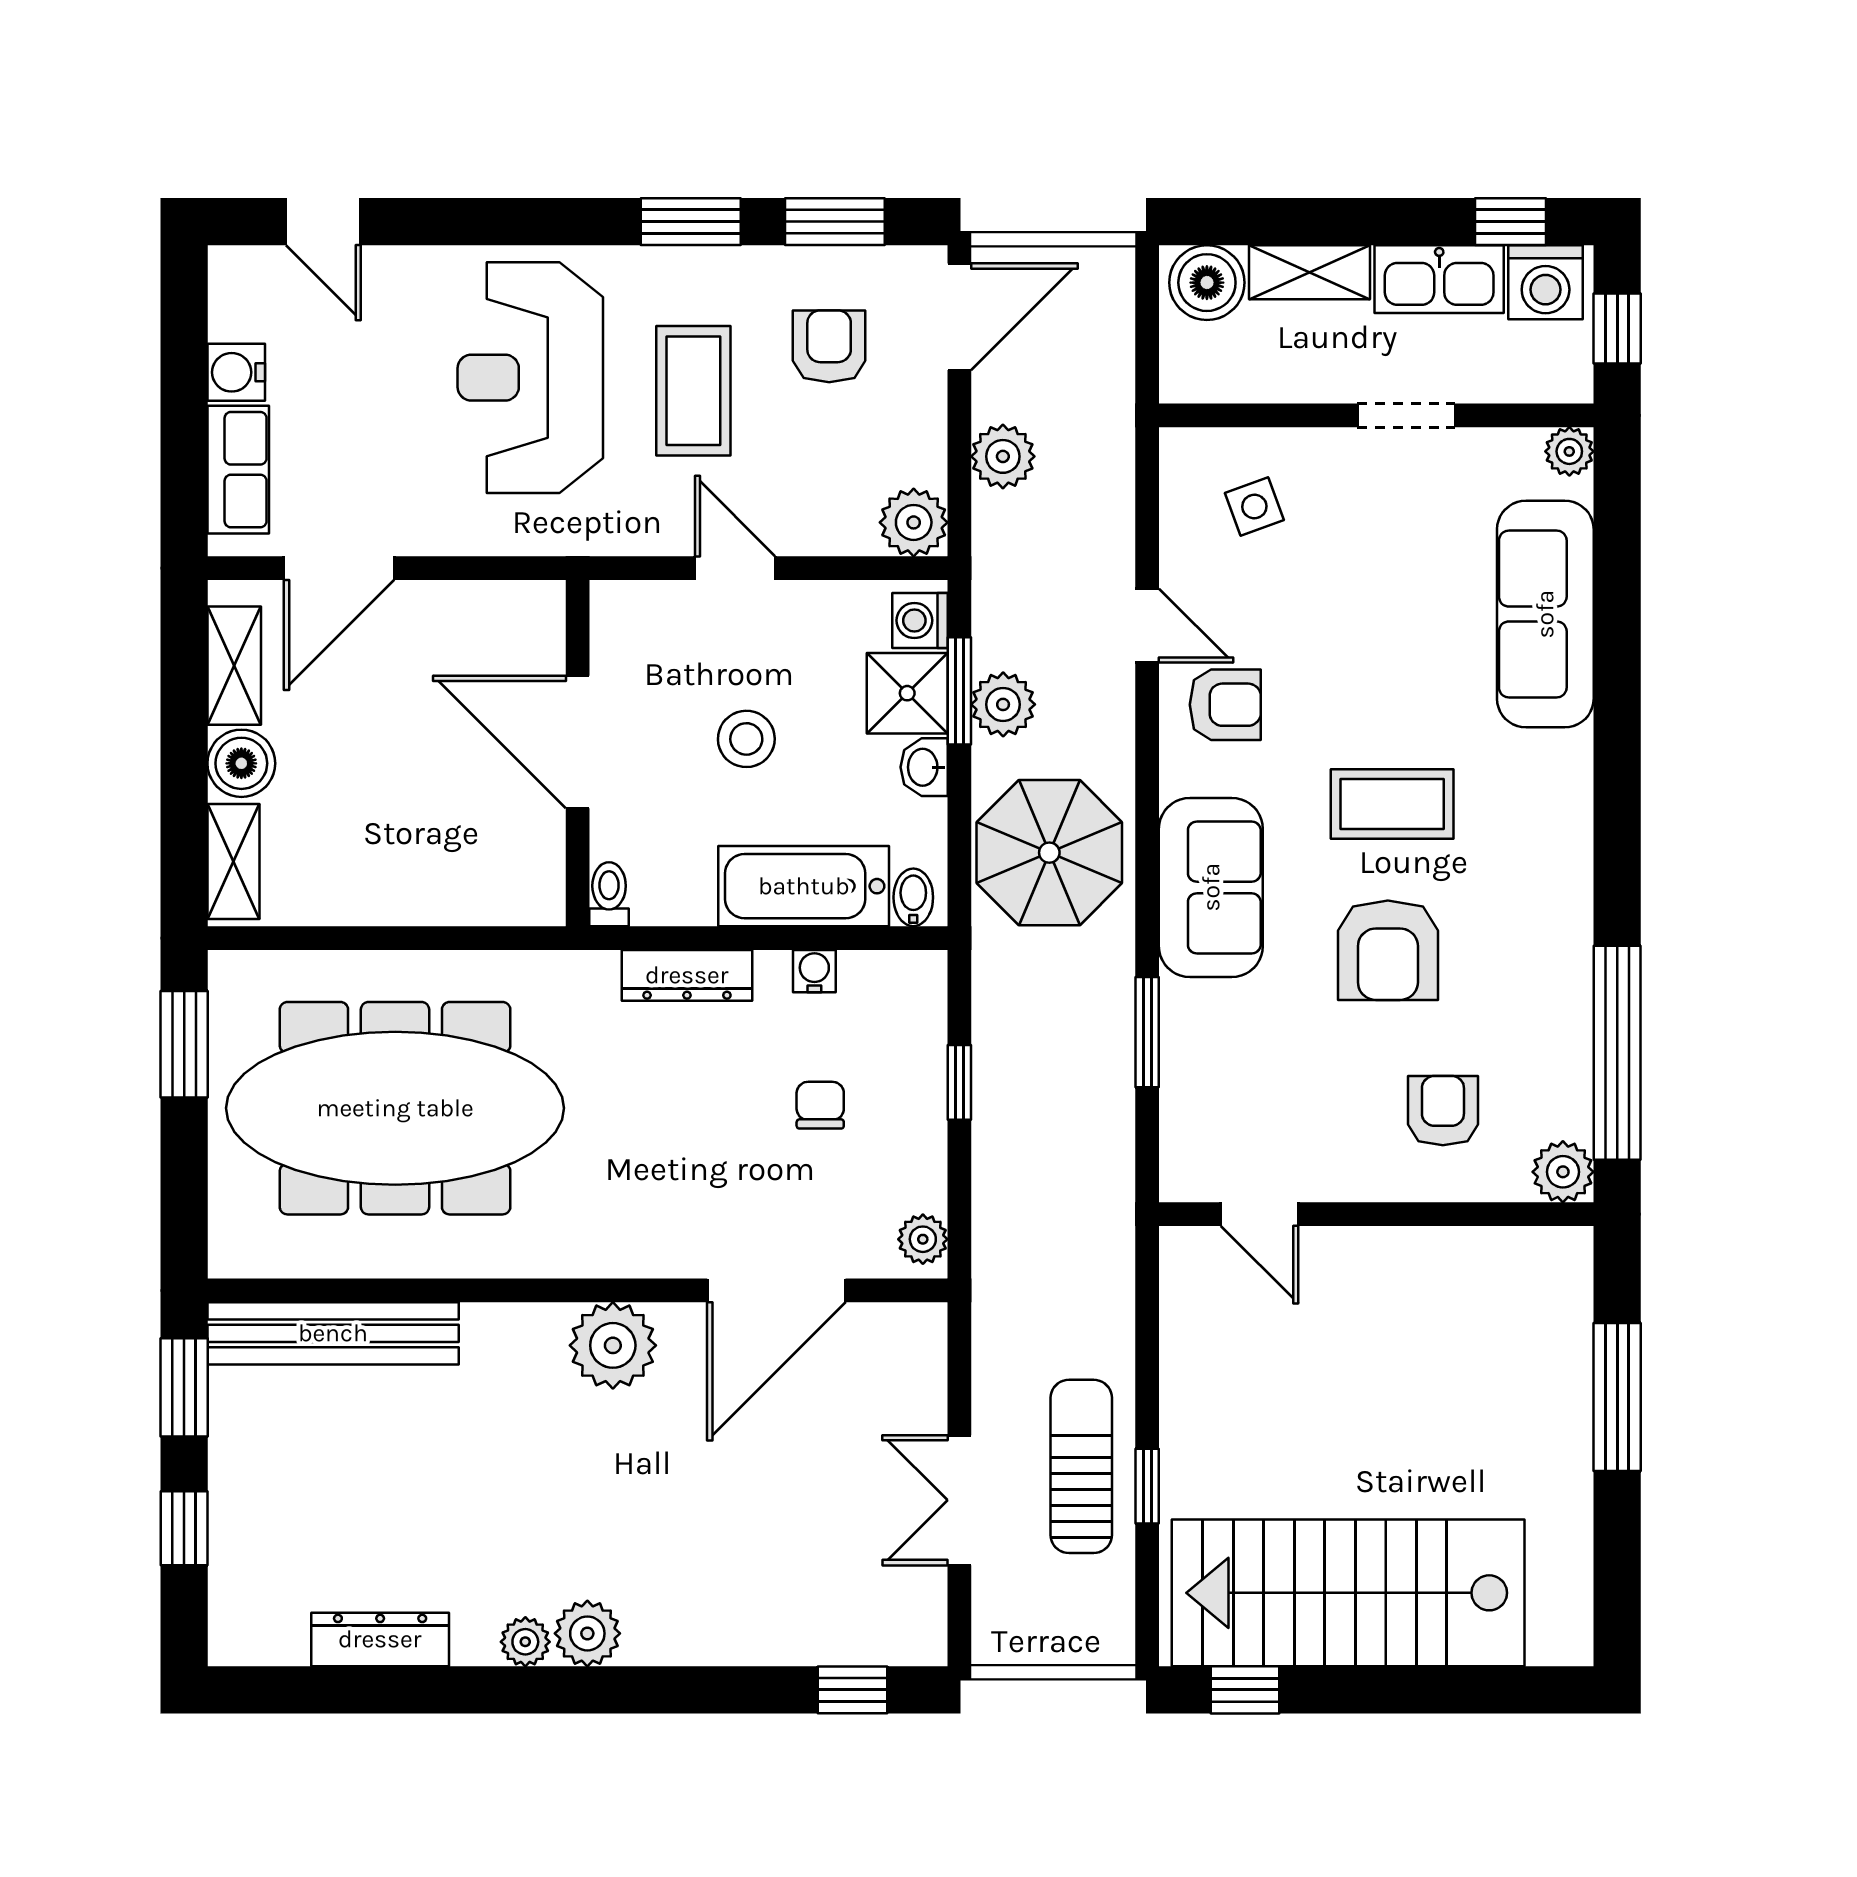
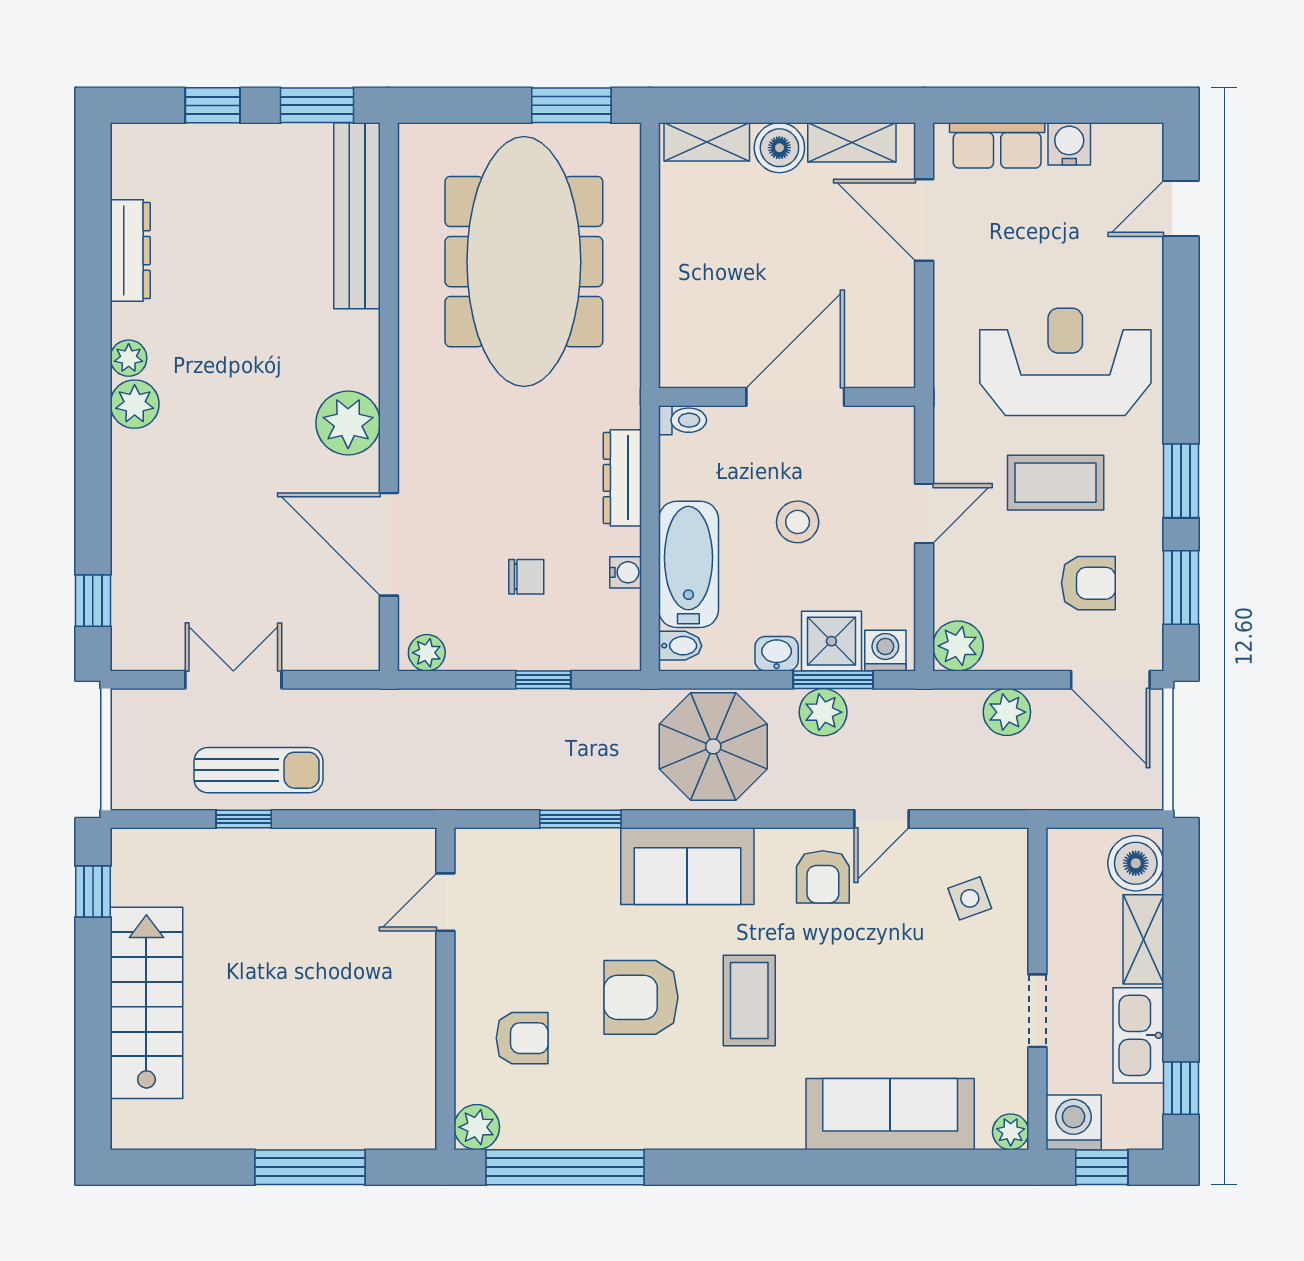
washing machine: (1546, 282) -> (1074, 1122), moved, turned 90
stairs: (1348, 1593) -> (146, 1003), width x0.73, depth x0.66

